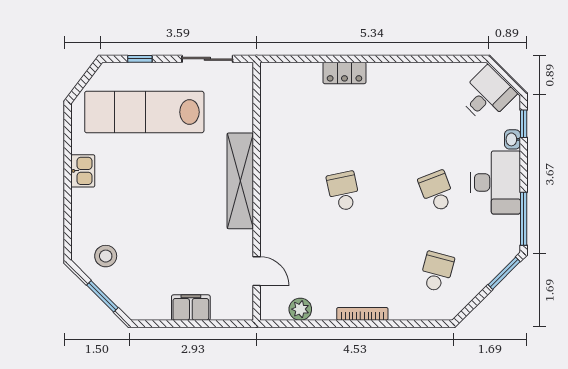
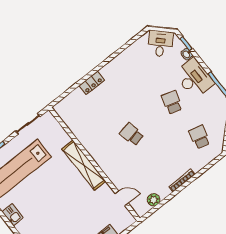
school desk: (437, 191) -> (172, 102), turned 39

